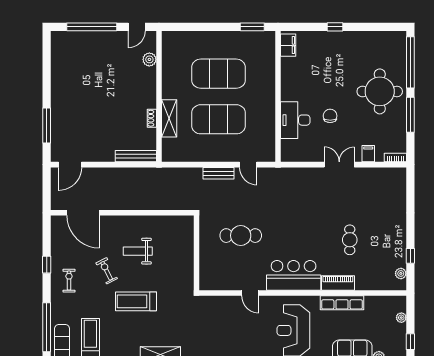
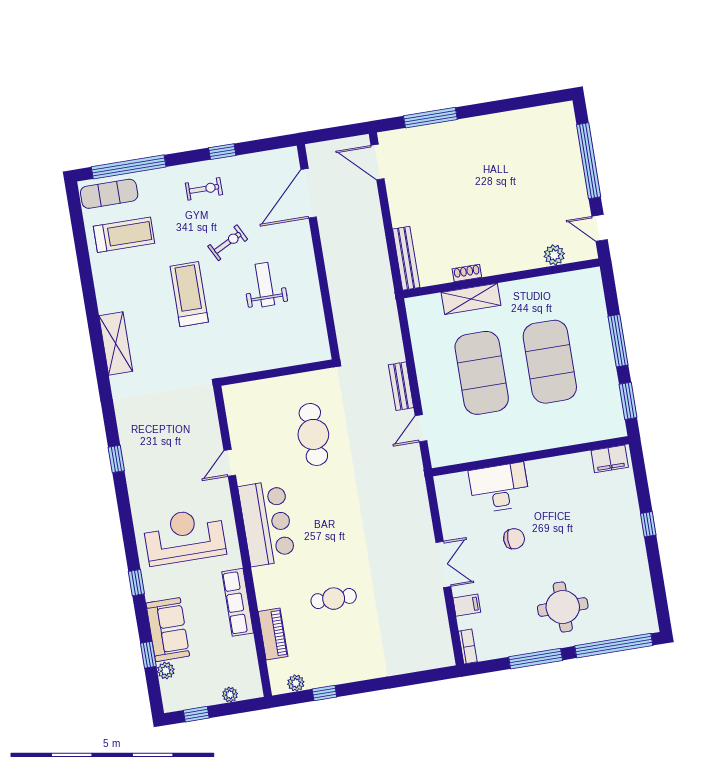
window: (212, 27) -> (618, 341), added
round table: (380, 91) -> (563, 607), width x0.73, depth x0.73
piano: (338, 283) -> (273, 634), moved

